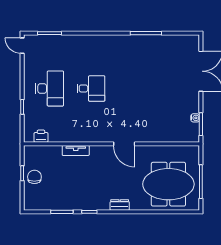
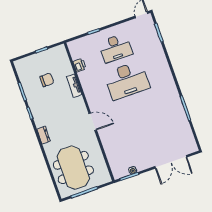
desk: (91, 88) -> (127, 80), width x1.87, depth x1.30
printer: (41, 136) -> (80, 65), moved
door: (124, 144) -> (93, 122), swing flipped
chair: (34, 177) -> (47, 80), moved

